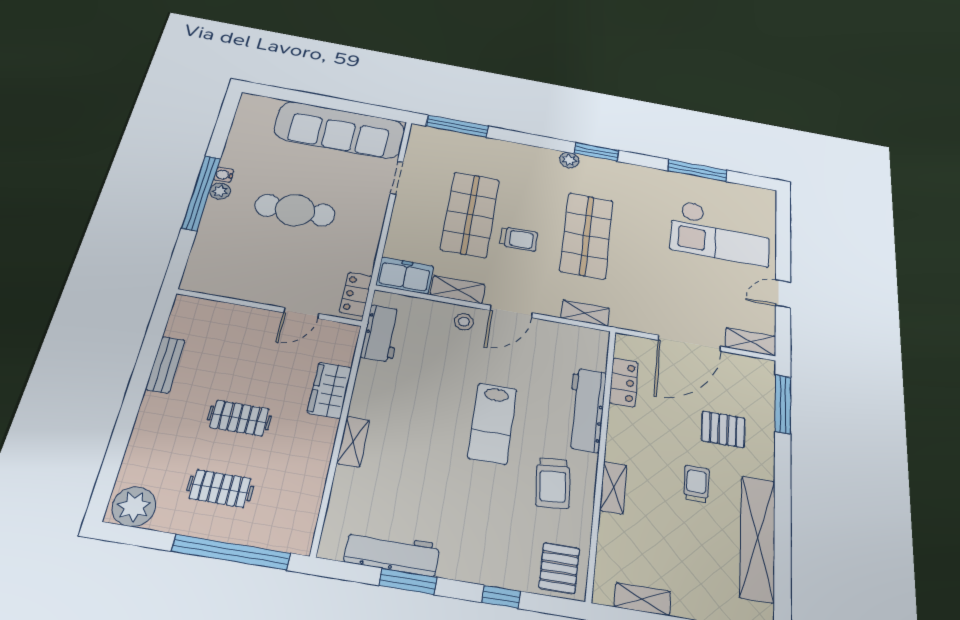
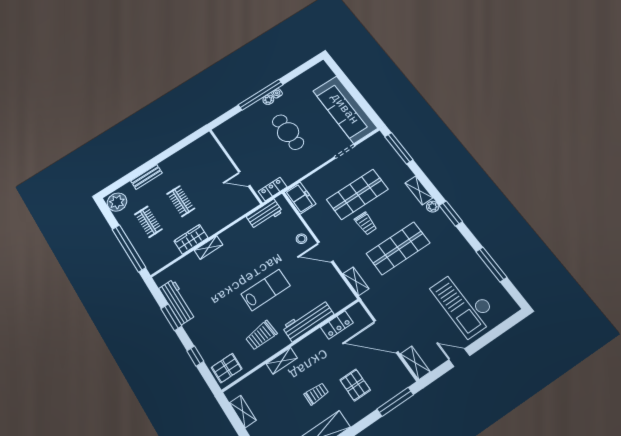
shelving: (458, 290) -> (419, 190), moved
bench: (165, 365) -> (146, 177), moved
wardrobe: (330, 390) -> (191, 239), moved
lab bench: (492, 423) -> (266, 290), turned 180

